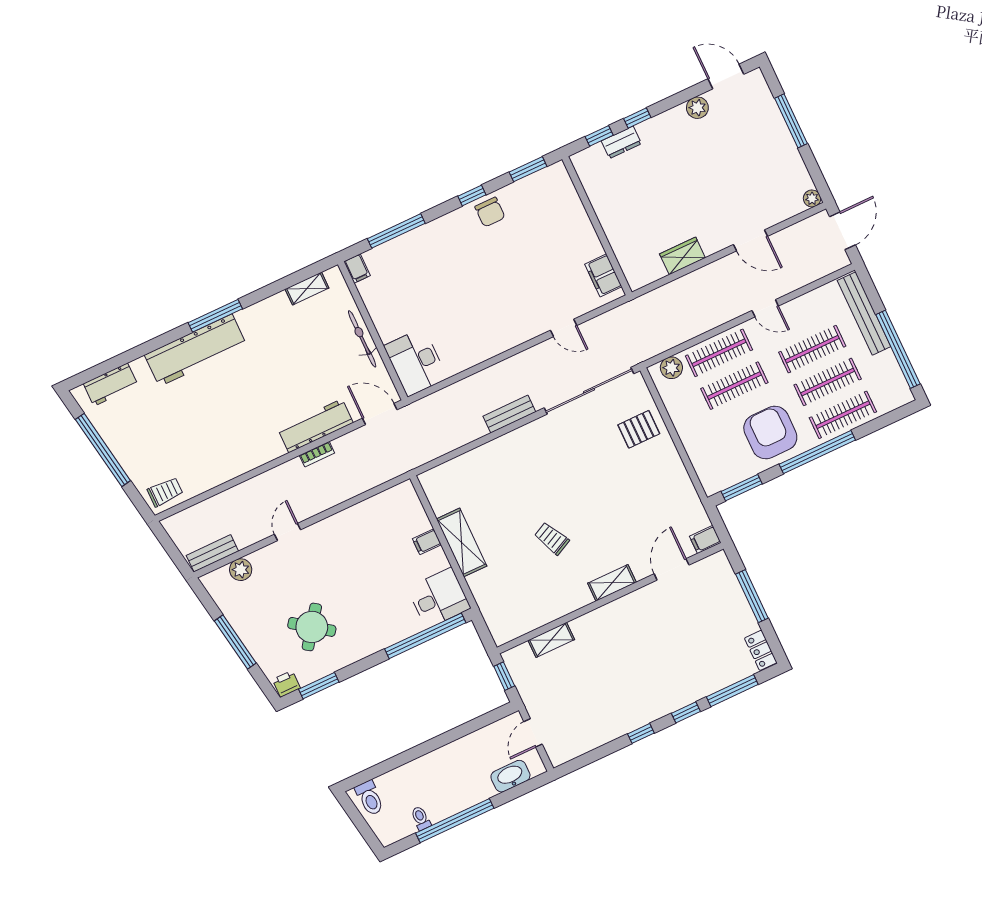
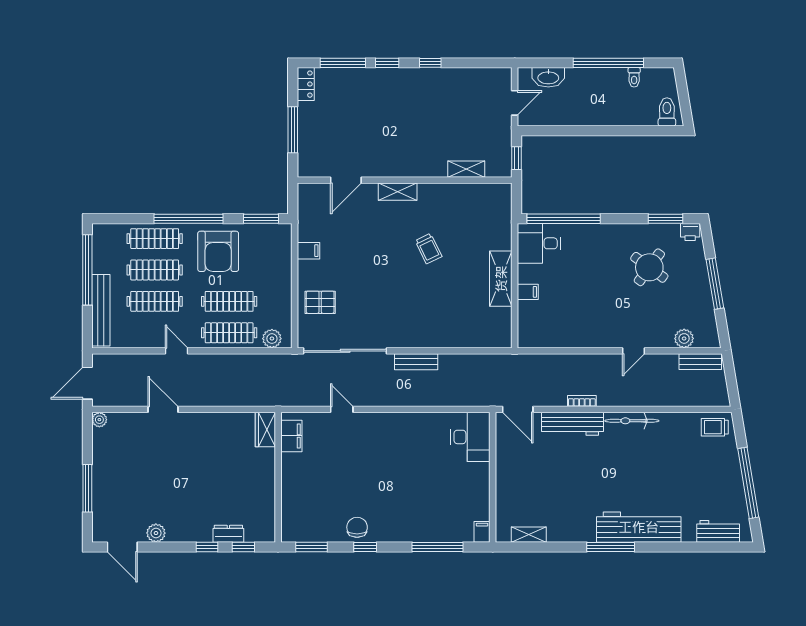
wardrobe: (682, 256) -> (265, 430), moved, turned 90
bicycle: (362, 339) -> (632, 421), moved, turned 90
filing cabinet: (705, 539) -> (309, 251), moved

